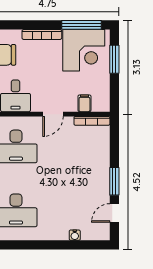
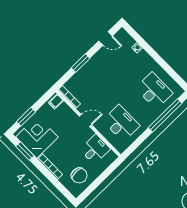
window: (82, 25) -> (25, 151), width x0.69
filing cabinet: (84, 103) -> (56, 102), moved
window: (114, 181) -> (80, 63), moved

